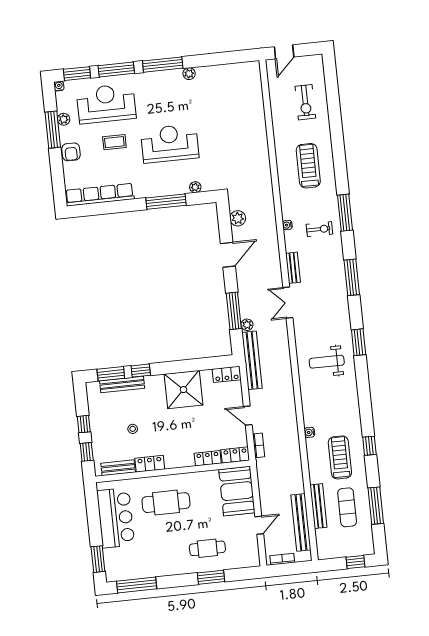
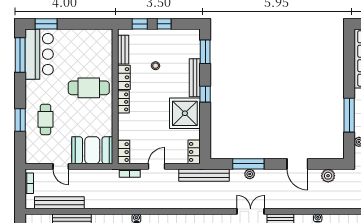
plant: (247, 325) -> (250, 174), moved
window: (141, 371) -> (205, 94), moved
bench: (122, 385) -> (195, 78), moved
locker: (208, 458) -> (123, 102), moved
cafe table: (166, 503) -> (89, 88), turned 90
bar counter: (116, 518) -> (39, 54), moved, turned -90

